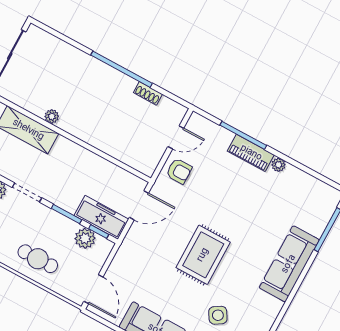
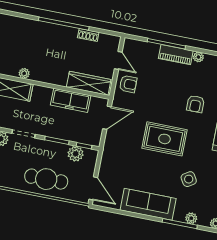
door: (176, 137) -> (118, 60), hinge flipped
wardrobe: (129, 154) -> (89, 83), added
freezer: (101, 217) -> (71, 100), moved, turned 180
armchair: (256, 223) -> (195, 104), added
rug: (203, 255) -> (164, 139), turned 90
cafe table: (38, 259) -> (46, 179), width x1.37, depth x1.35

